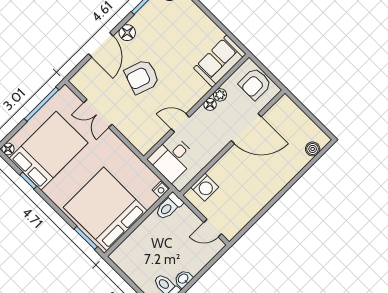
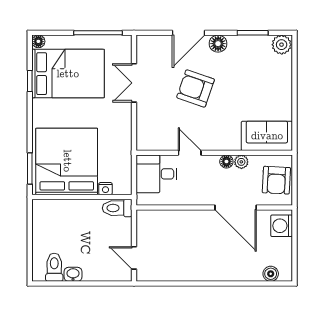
armchair: (255, 84) -> (276, 180), turned -87
washing machine: (205, 187) -> (282, 226), moved, turned 90
nightstand: (160, 190) -> (105, 189), moved

